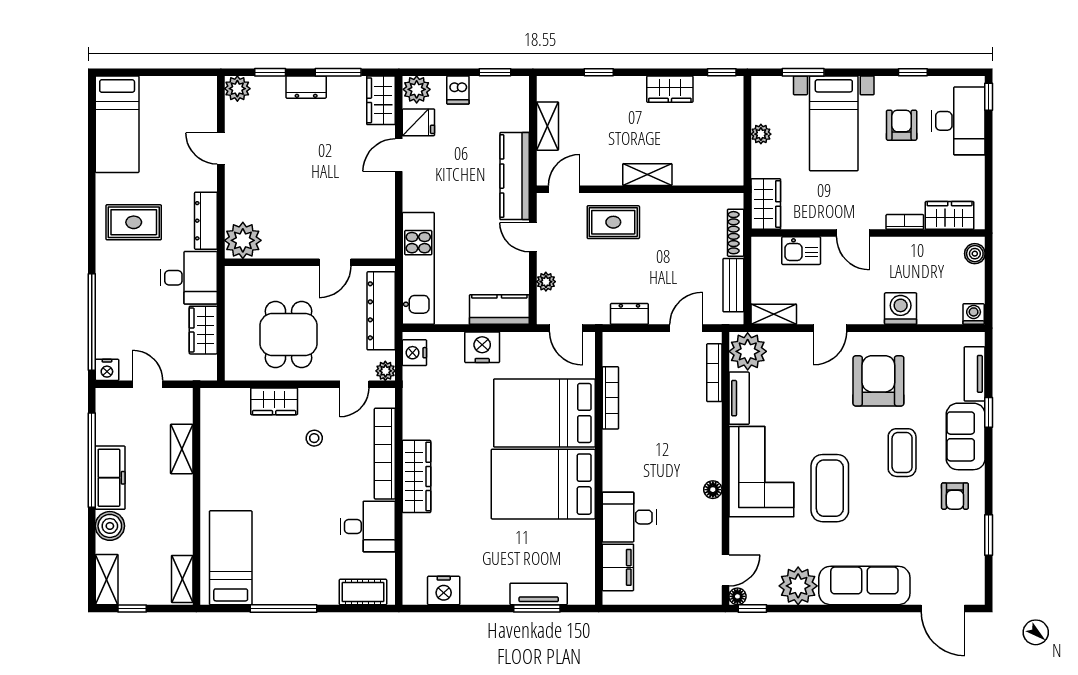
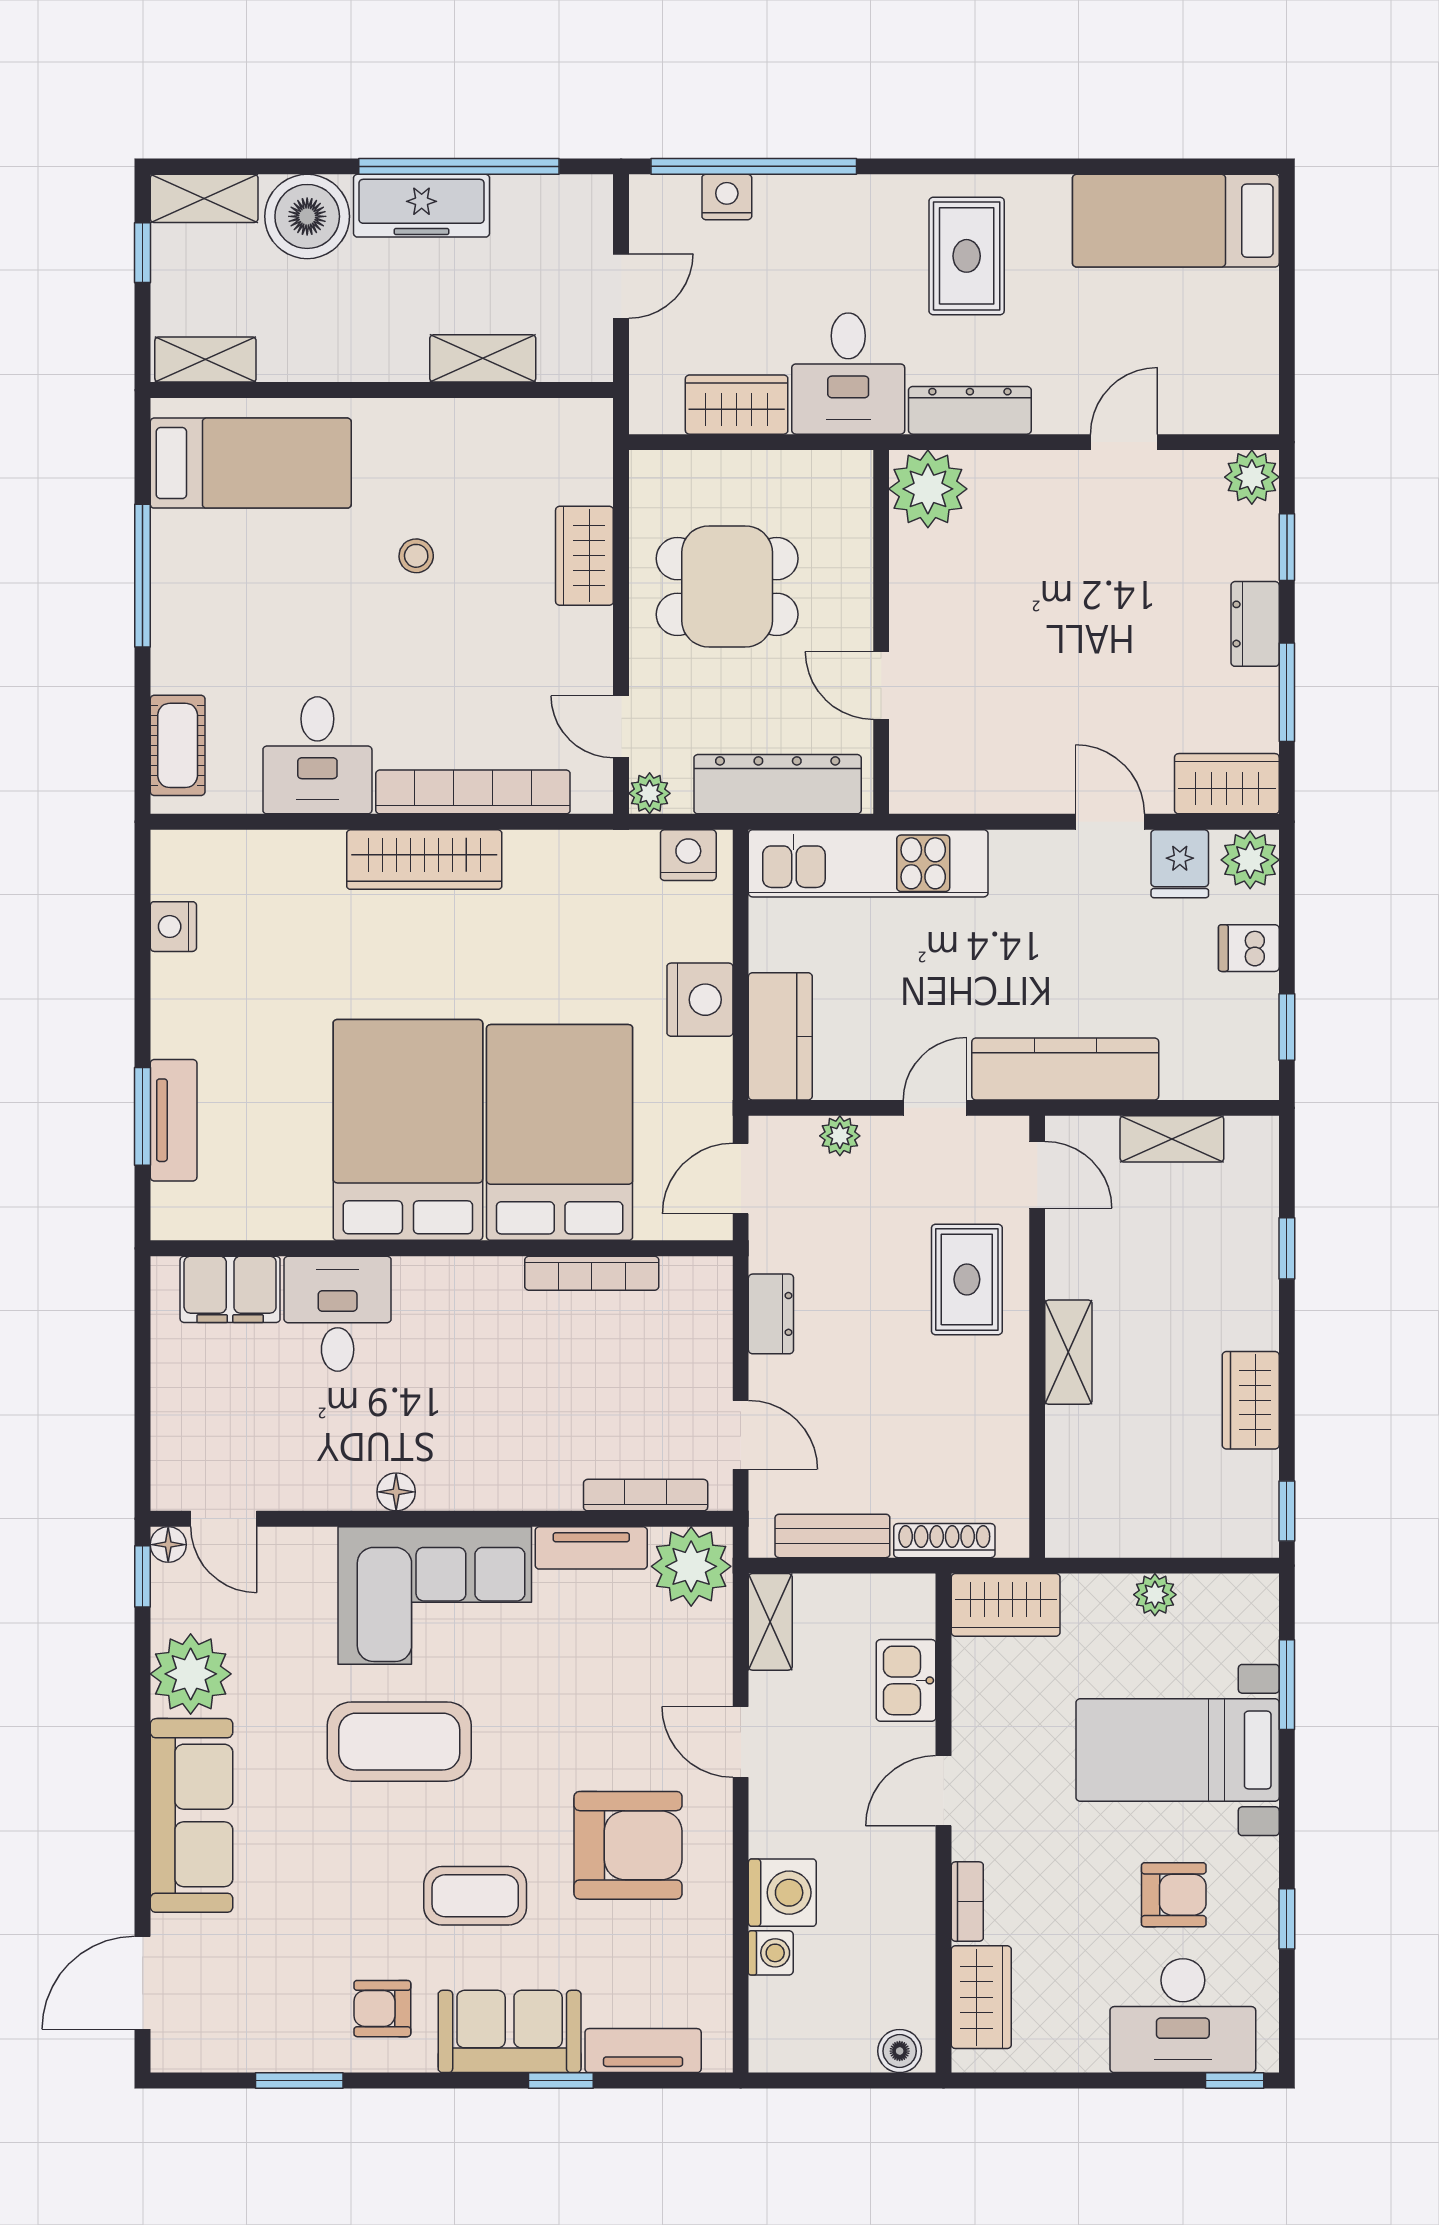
washing machine: (974, 314) -> (771, 1953), moved
nightstand: (107, 370) -> (727, 197), moved, turned 90
stool: (314, 438) -> (416, 556), moved
boiler: (110, 526) -> (307, 216), width x1.37, depth x1.37
nightstand: (444, 590) -> (173, 927), width x0.74, depth x0.75

